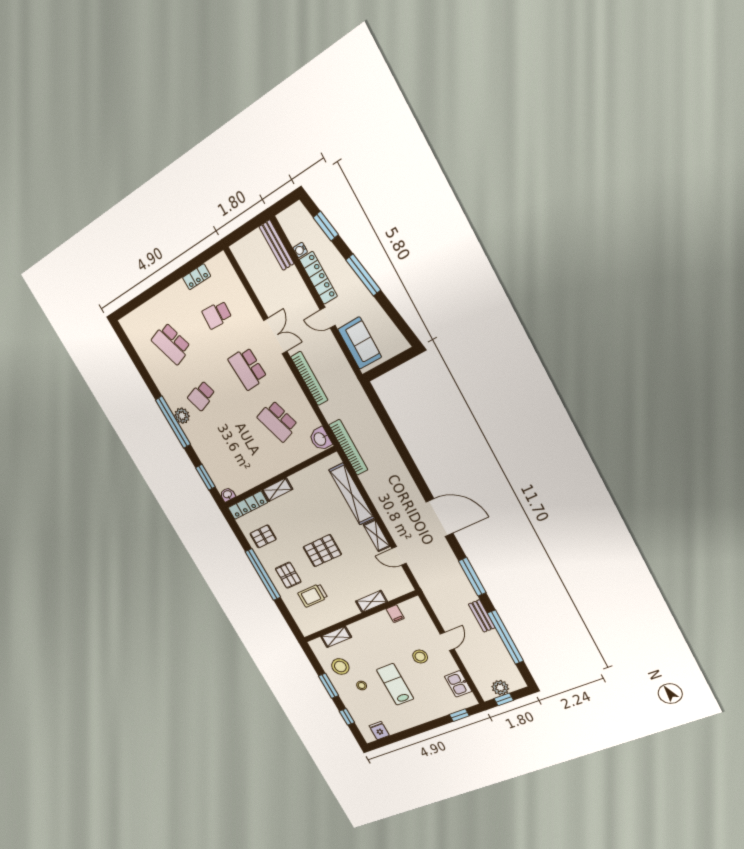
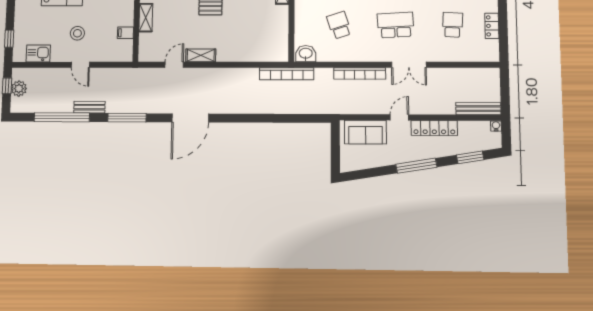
water cooler: (300, 250) -> (496, 126), moved
school desk: (278, 421) -> (339, 25), width x0.54
shelving: (352, 494) -> (246, 54), removed

